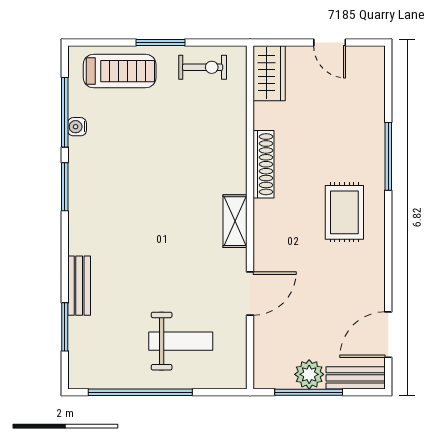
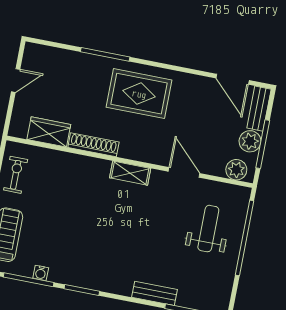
wardrobe: (269, 73) -> (49, 132), moved
rug: (344, 212) -> (139, 94), width x1.36, depth x1.43
plant: (267, 363) -> (236, 170), added
window: (140, 392) -> (245, 238), moved

